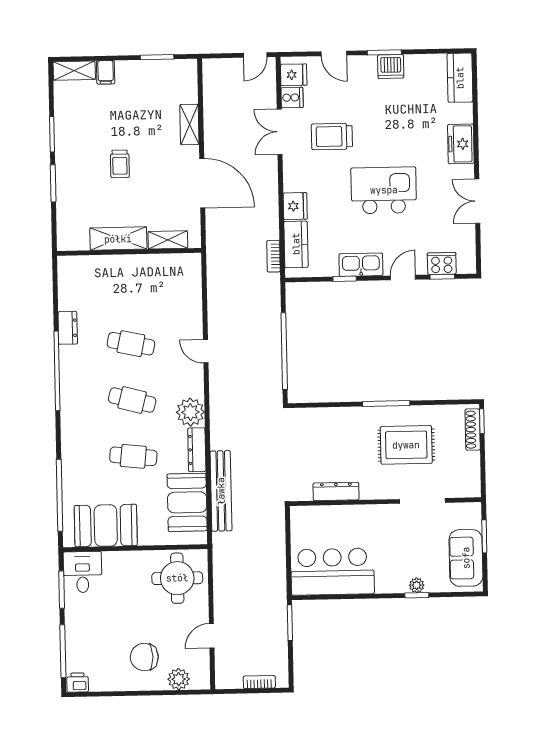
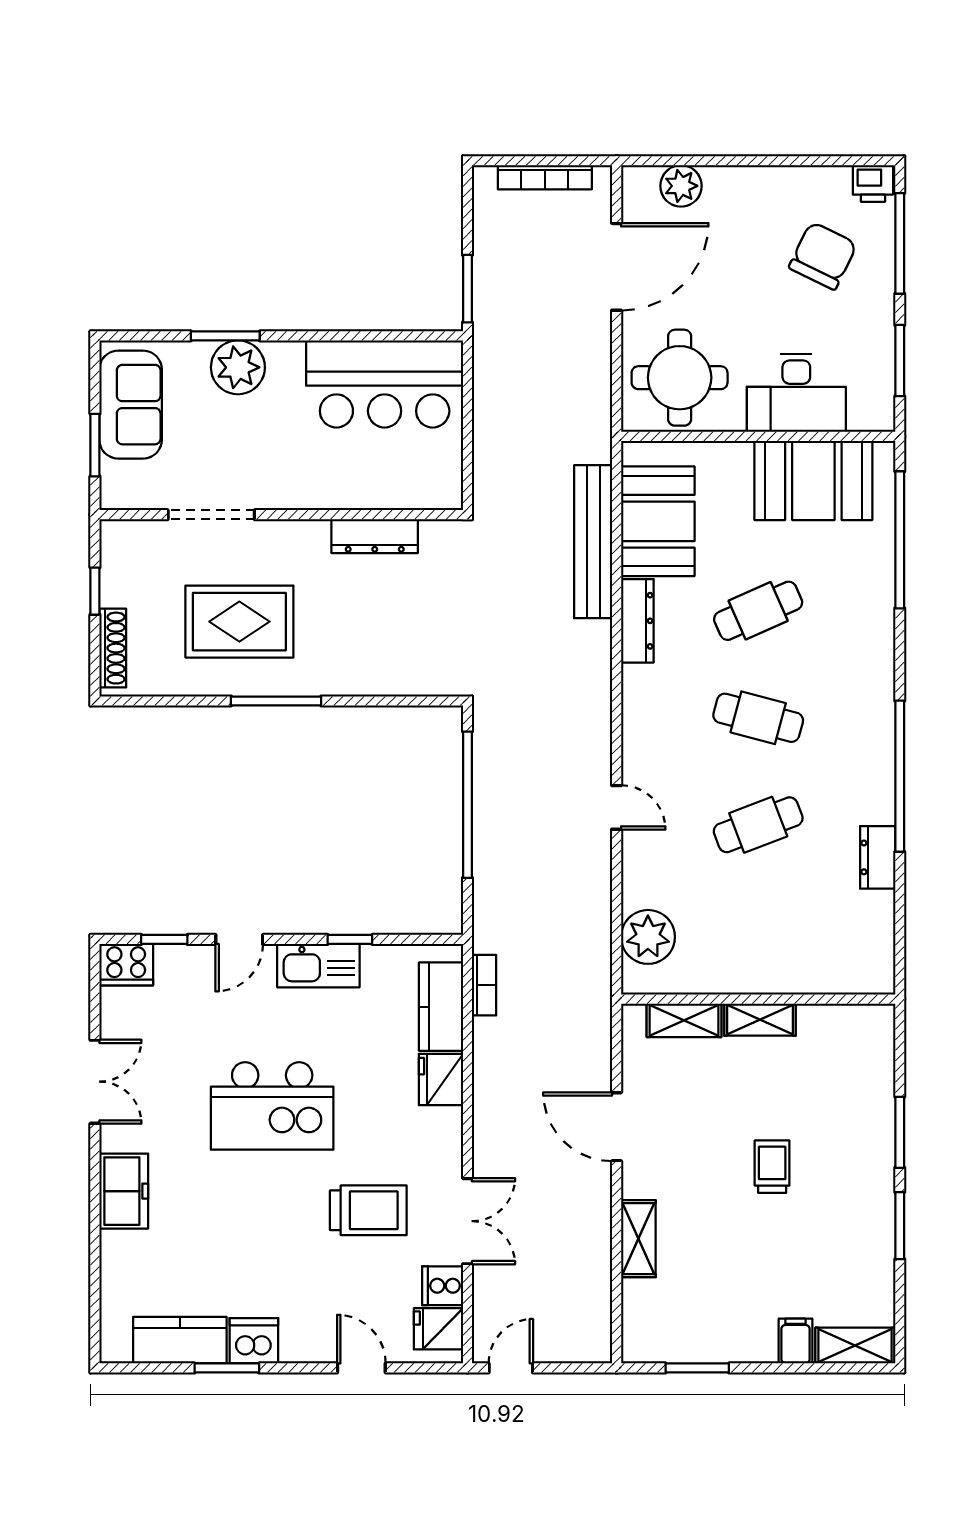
window: (384, 52) -> (227, 1368), moved
kitchen counter: (460, 78) -> (180, 1340), moved, turned -90
door: (202, 183) -> (617, 1127), width x0.73
shelving: (118, 239) -> (760, 1020), width x0.67, depth x0.75
cooker: (442, 264) -> (126, 965), moved
cafe table: (131, 344) -> (758, 825), turned -33
plant: (190, 412) -> (648, 937), moved
window: (482, 421) -> (95, 591), moved
cafe table: (133, 456) -> (758, 611), turned -30
desk: (83, 572) -> (796, 393), moved, width x1.37
plant: (417, 585) -> (238, 367), width x1.88, depth x1.88
window: (417, 595) -> (225, 336), width x1.50
door: (212, 636) -> (617, 267), width x1.87
chair: (144, 657) -> (823, 256), moved, turned -64
bookcase: (259, 682) -> (545, 177), width x1.56

